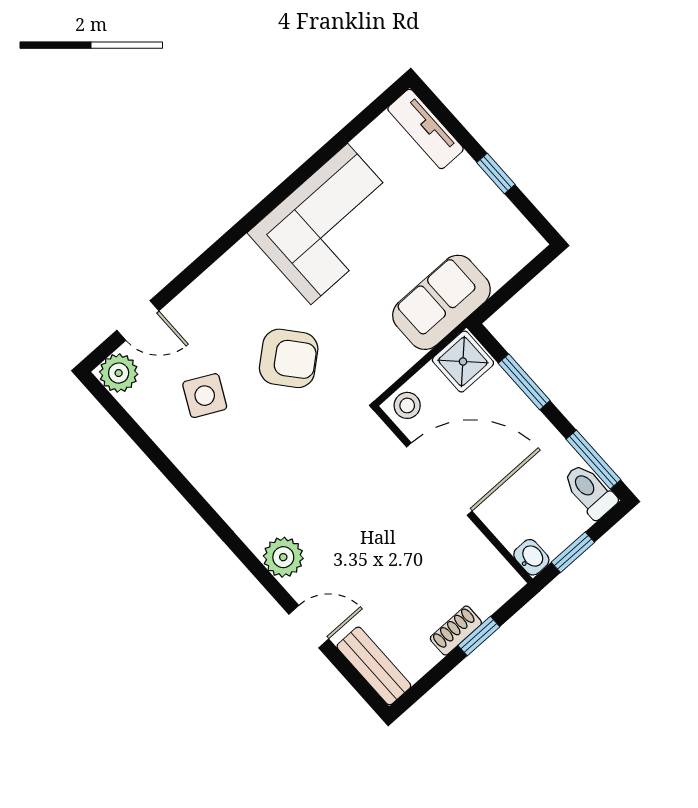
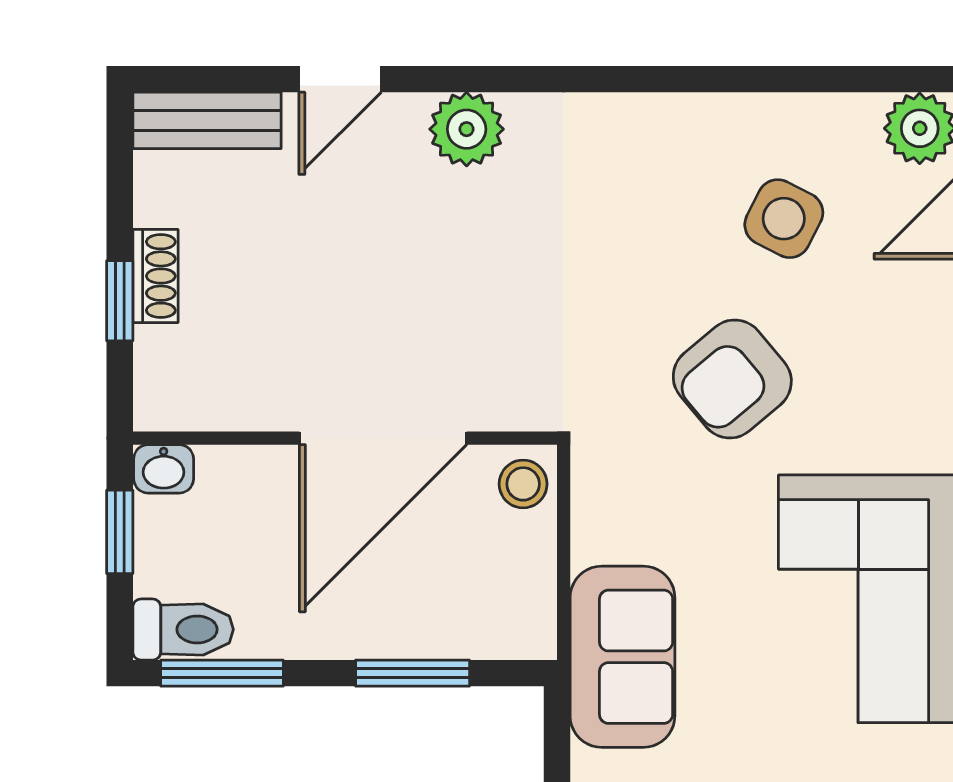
shower: (463, 361) -> (515, 614), removed

